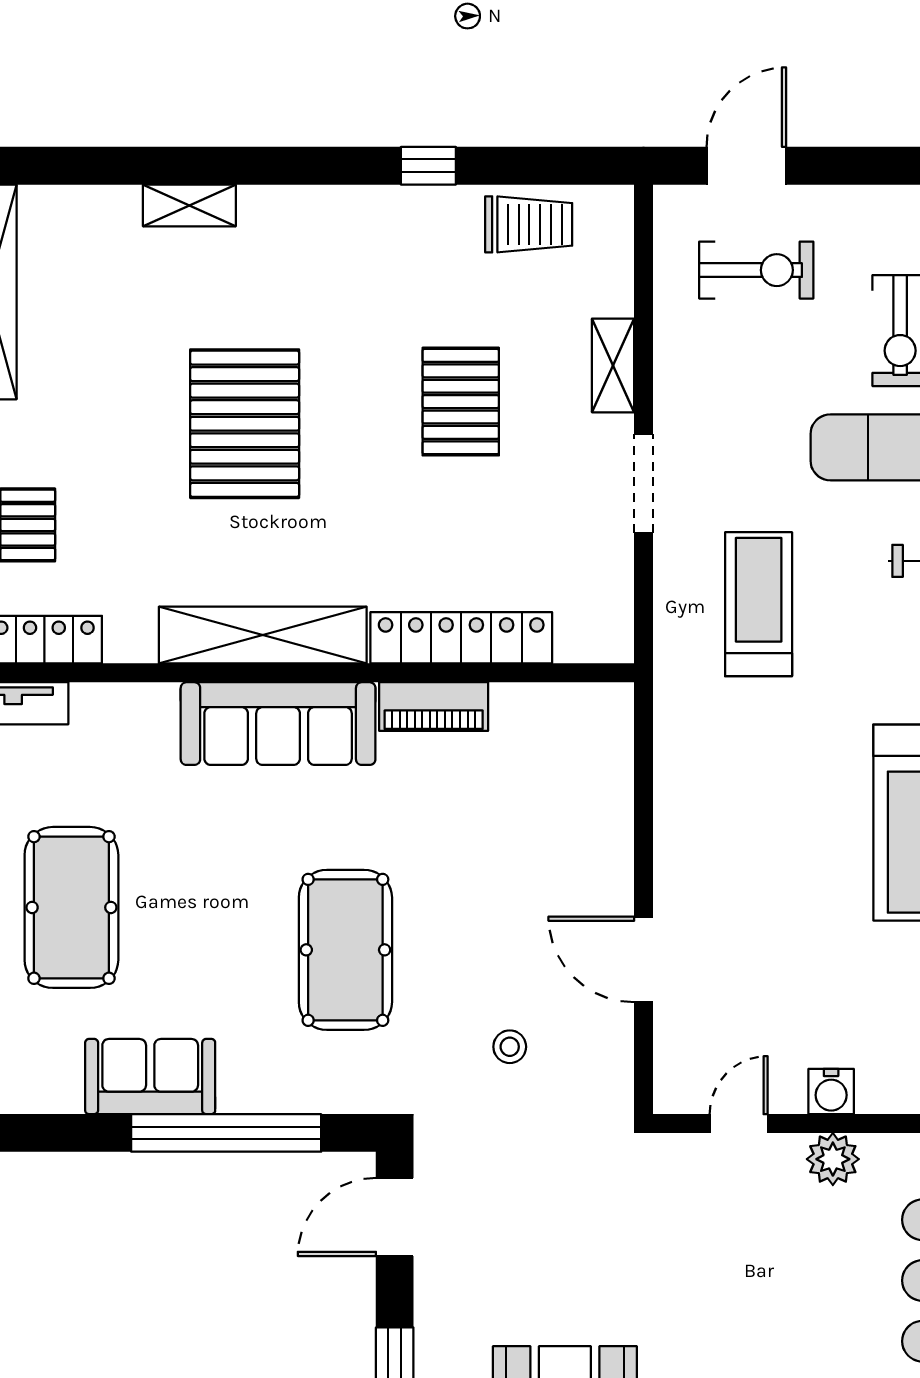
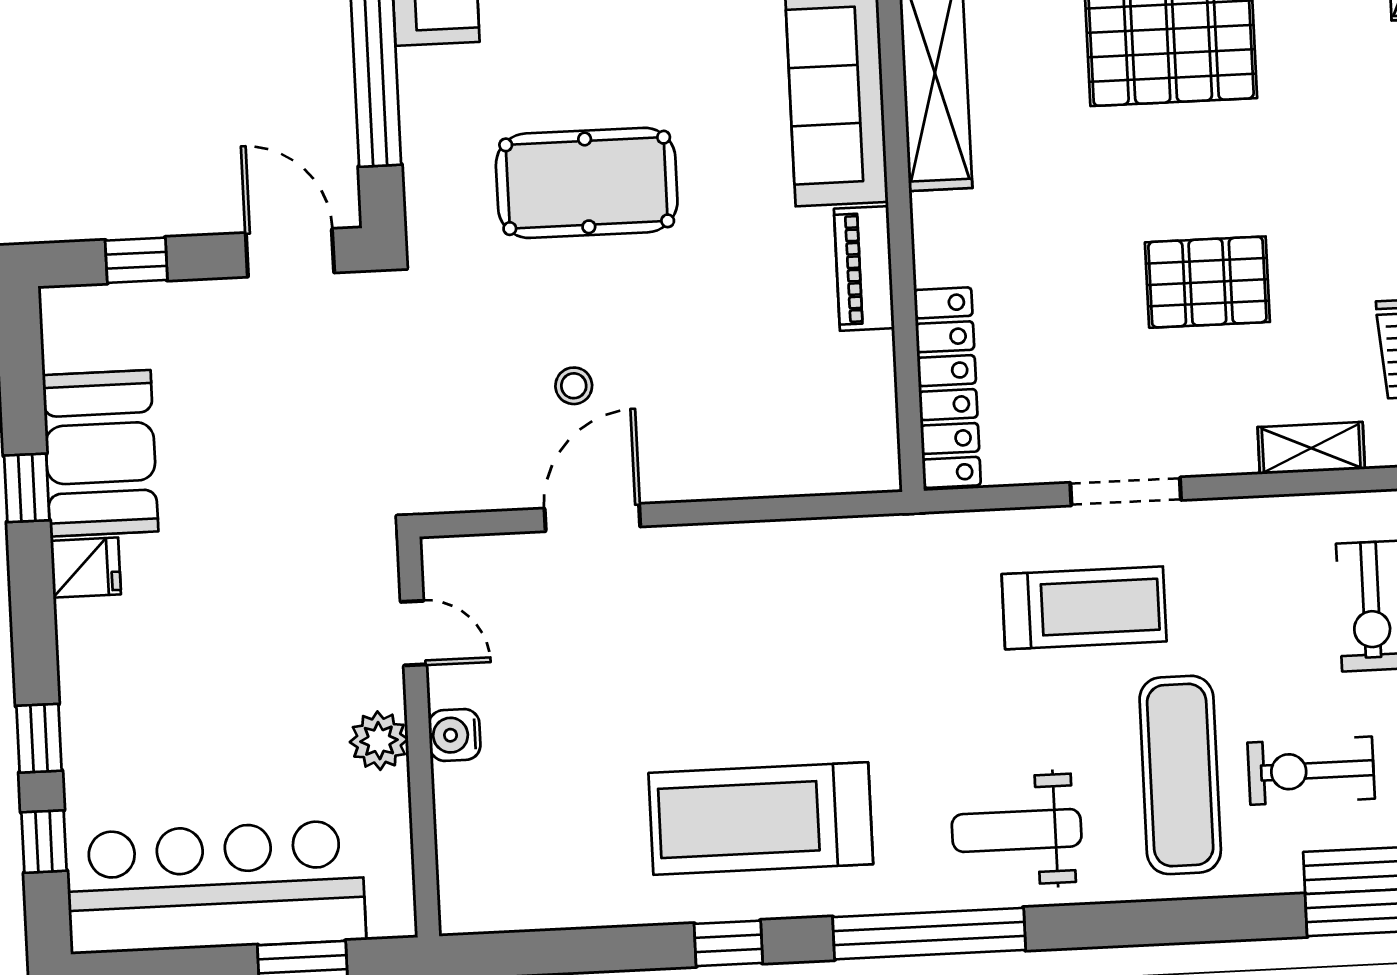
shelving: (613, 365) -> (1311, 448), moved
treadmill: (759, 604) -> (1084, 608), moved
locker: (461, 638) -> (947, 388), moved
stool: (510, 1047) -> (574, 386), moved

